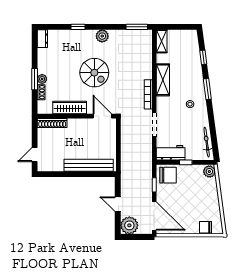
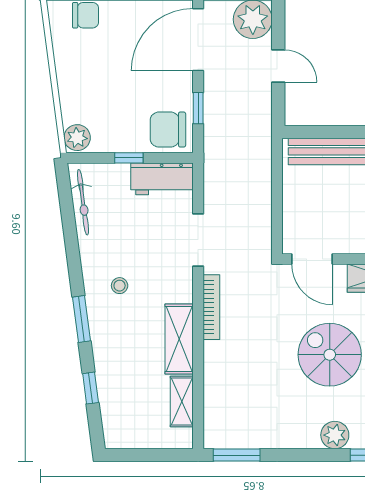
plant: (102, 36) -> (335, 435), moved
shelving: (162, 41) -> (182, 402), moved
door: (154, 216) -> (198, 40), hinge flipped

